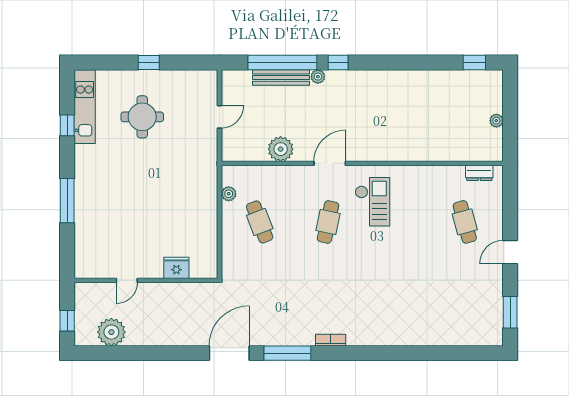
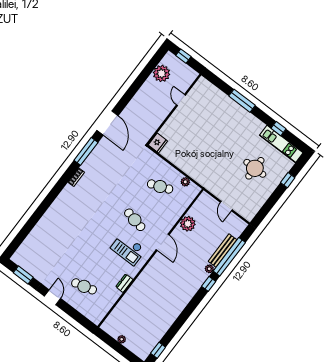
window: (149, 62) -> (288, 180), moved
dresser: (479, 173) -> (124, 283), moved
fridge: (176, 268) -> (158, 143), moved

